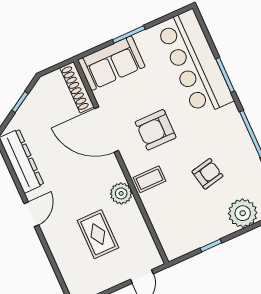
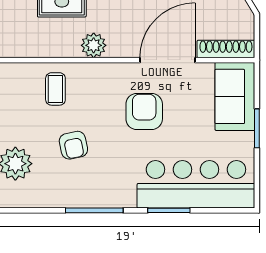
coffee table: (149, 179) -> (55, 89), moved

